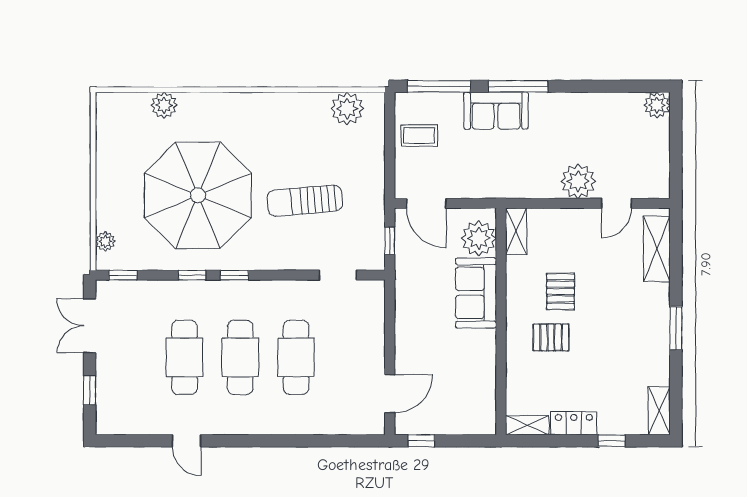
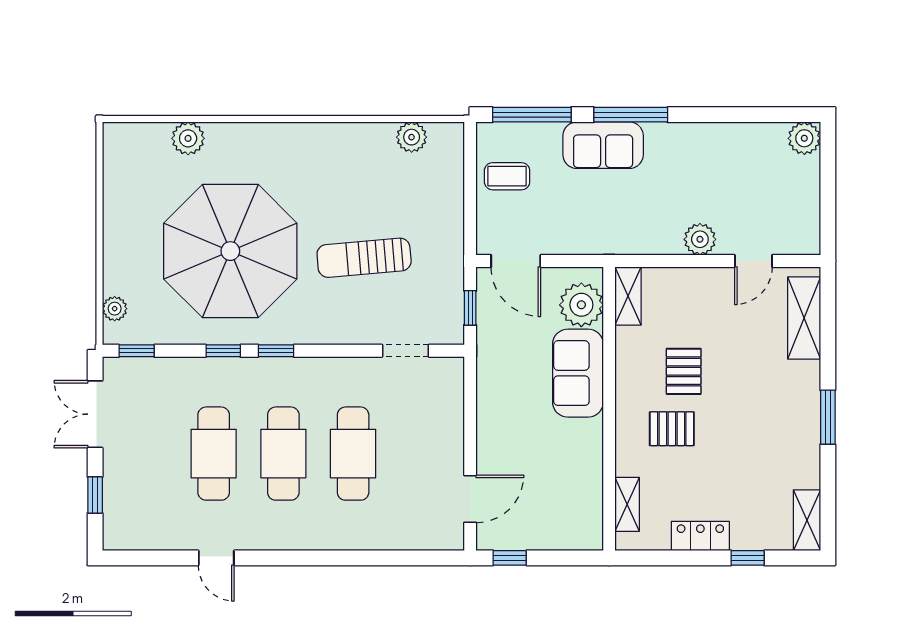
plant: (347, 109) -> (412, 137), width x0.73, depth x0.73
plant: (578, 181) -> (700, 239), width x0.73, depth x0.73
shelving: (527, 425) -> (627, 504), moved, turned 90

